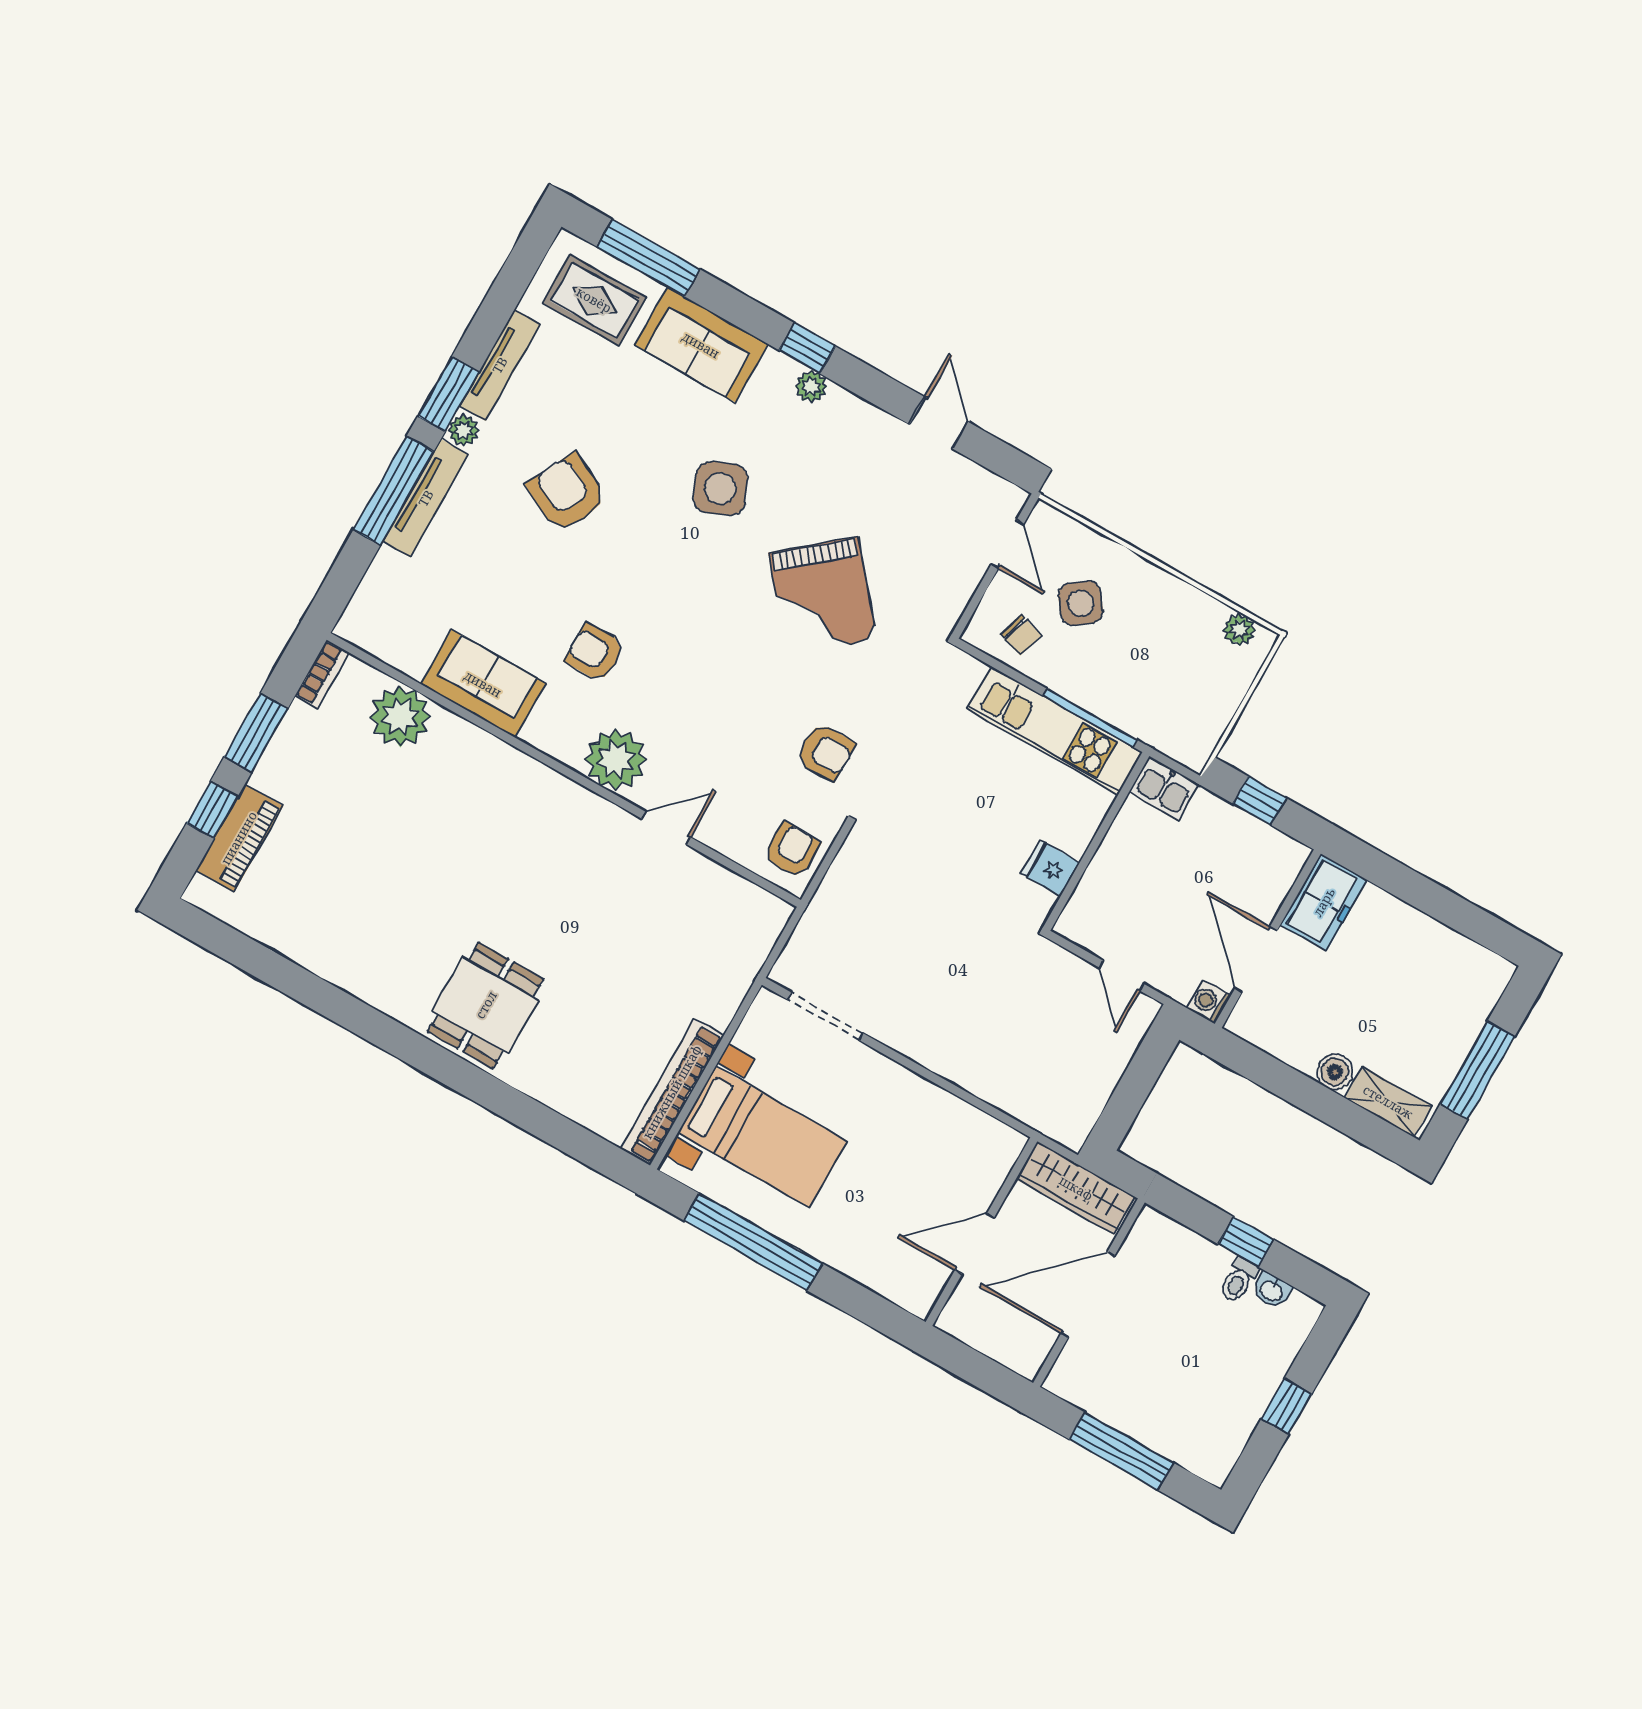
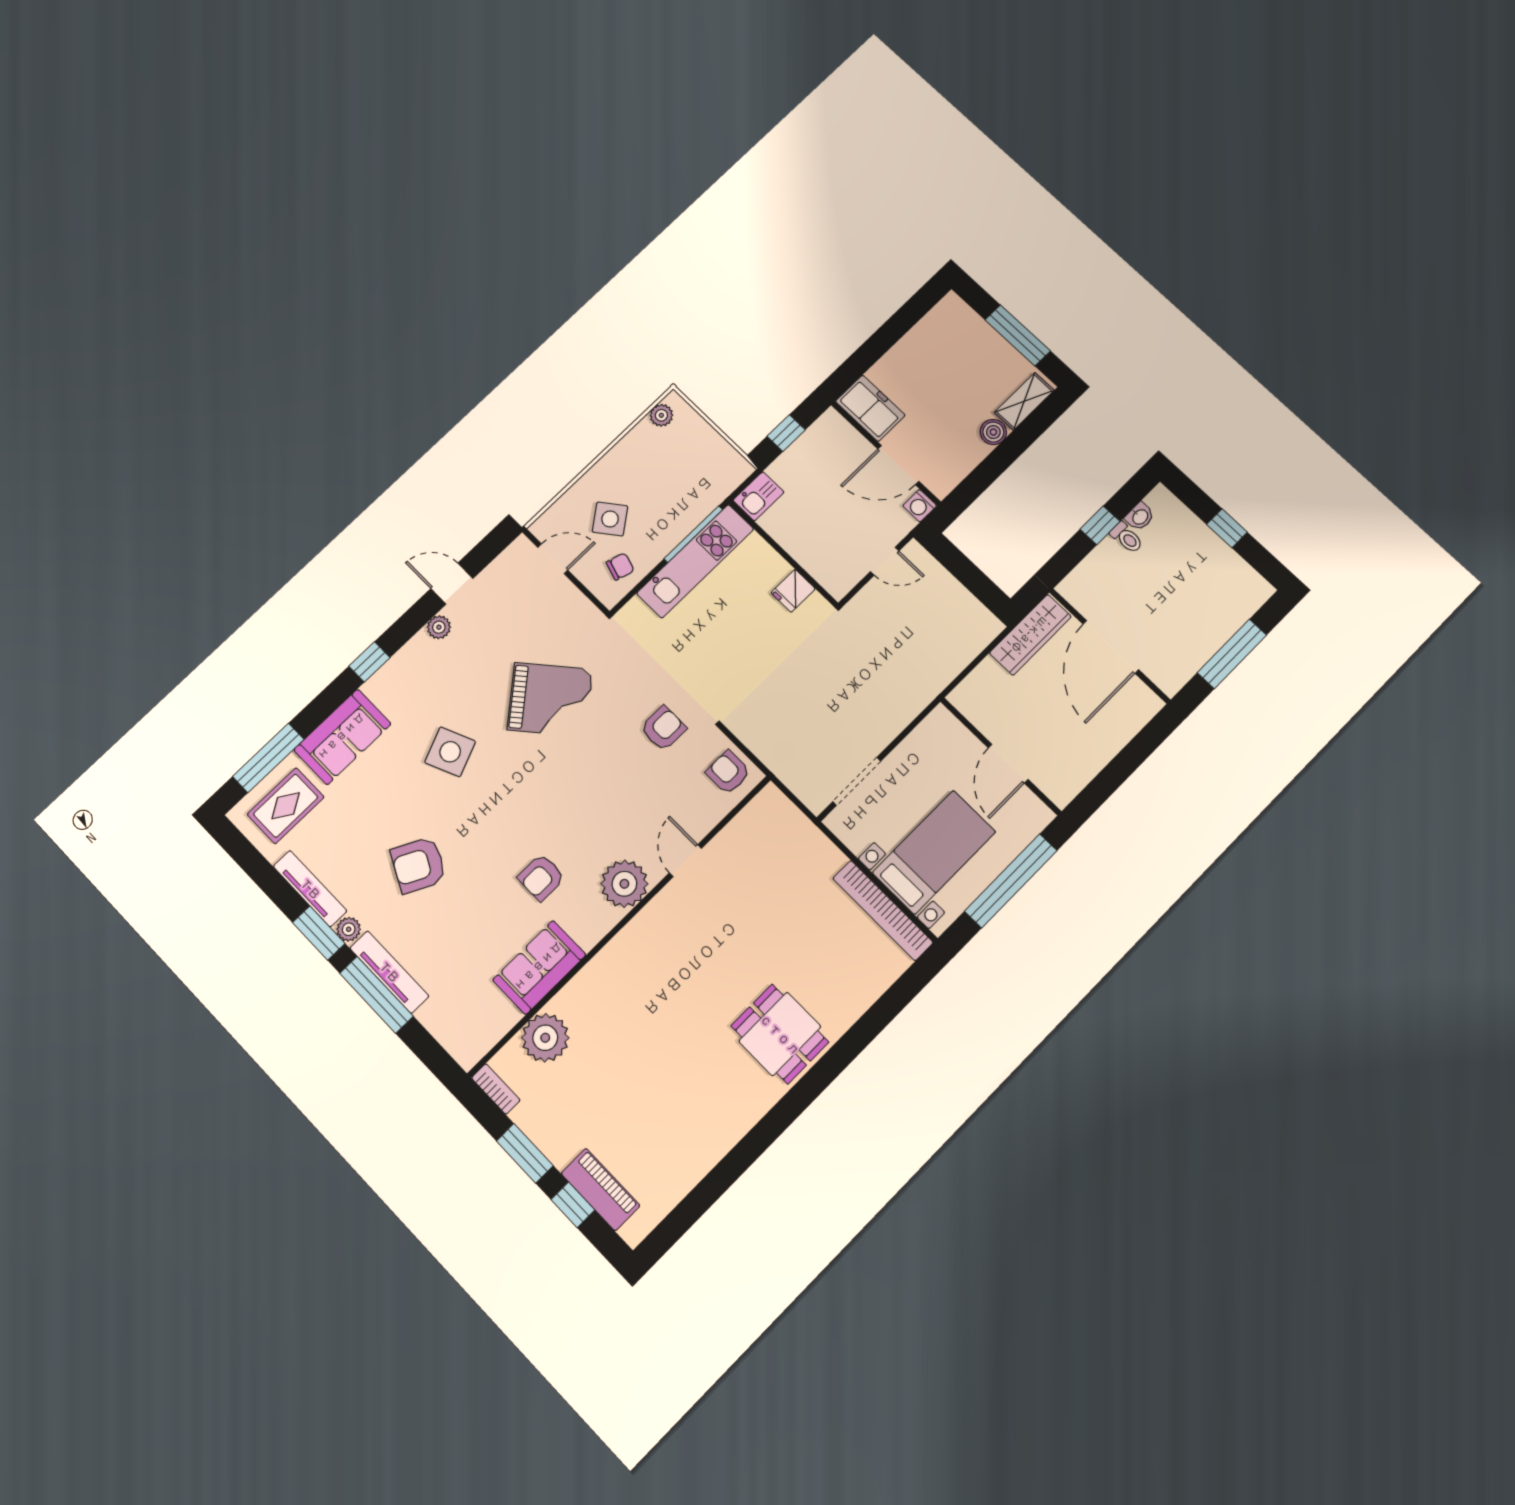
plant: (811, 387) -> (439, 627), moved
wall: (981, 1232) -> (1001, 756), moved
door: (975, 1244) -> (1008, 764), moved

